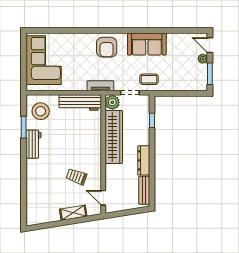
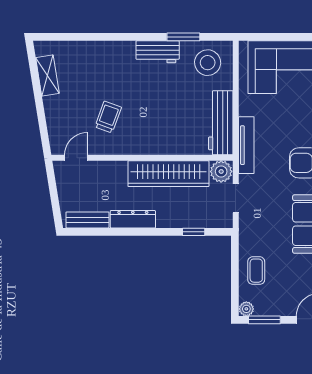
plant: (203, 59) -> (246, 309), moved
coffee table: (149, 79) -> (256, 271), moved
tv unit: (100, 86) -> (246, 145), width x1.41
shelving: (73, 213) -> (47, 75), moved

